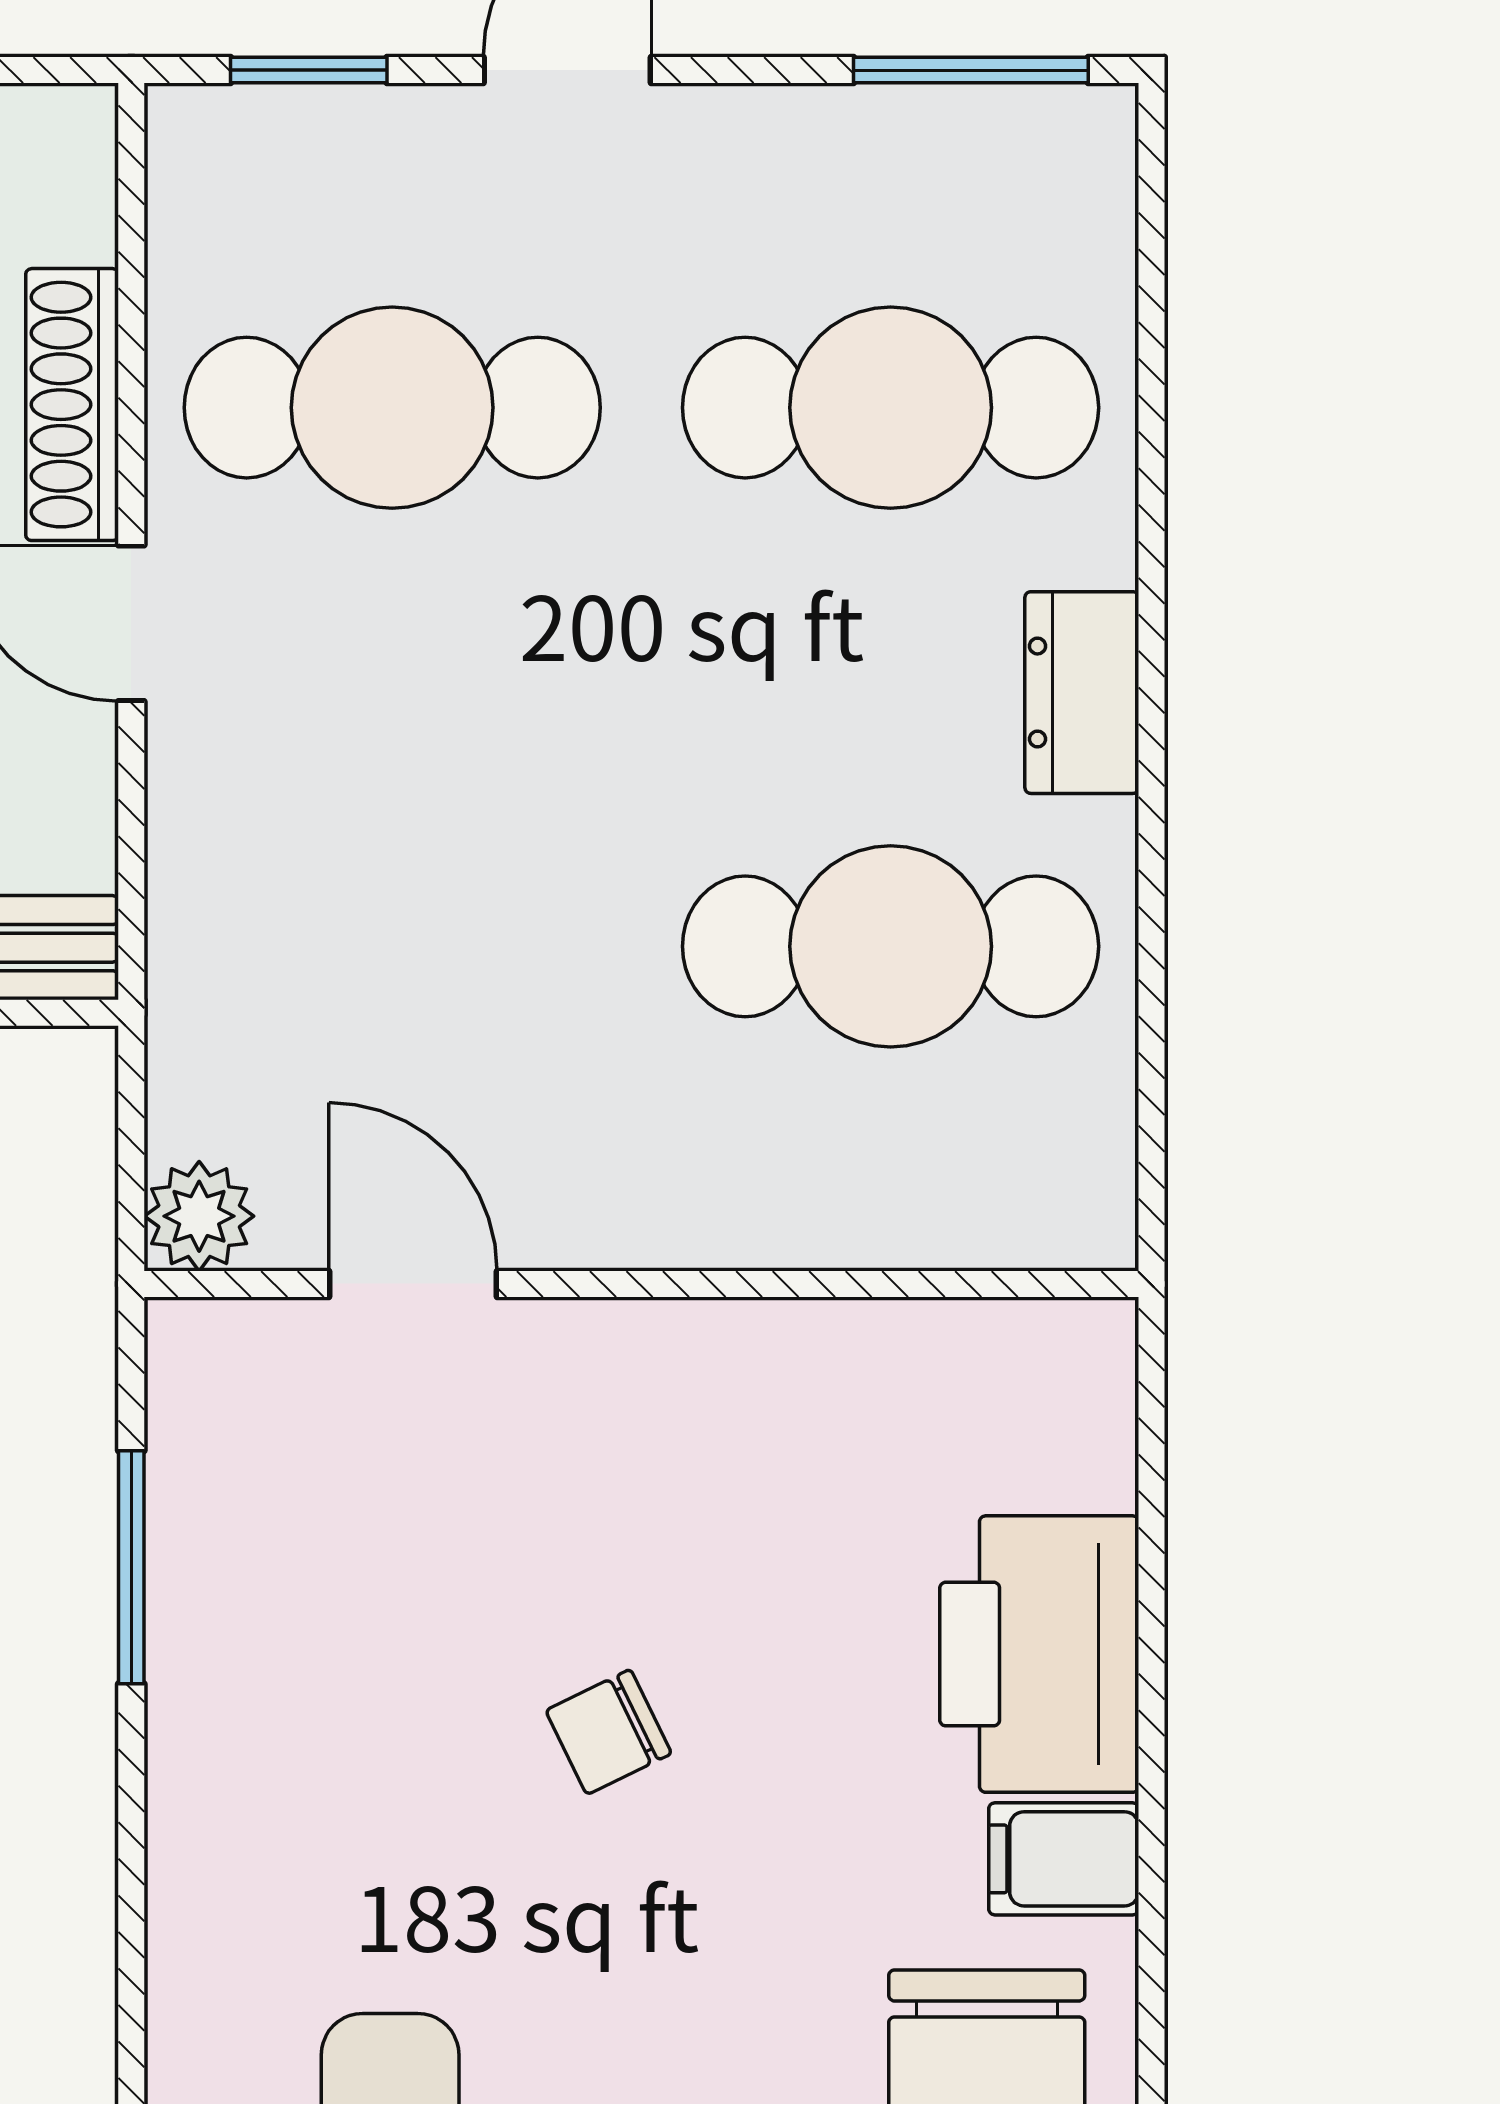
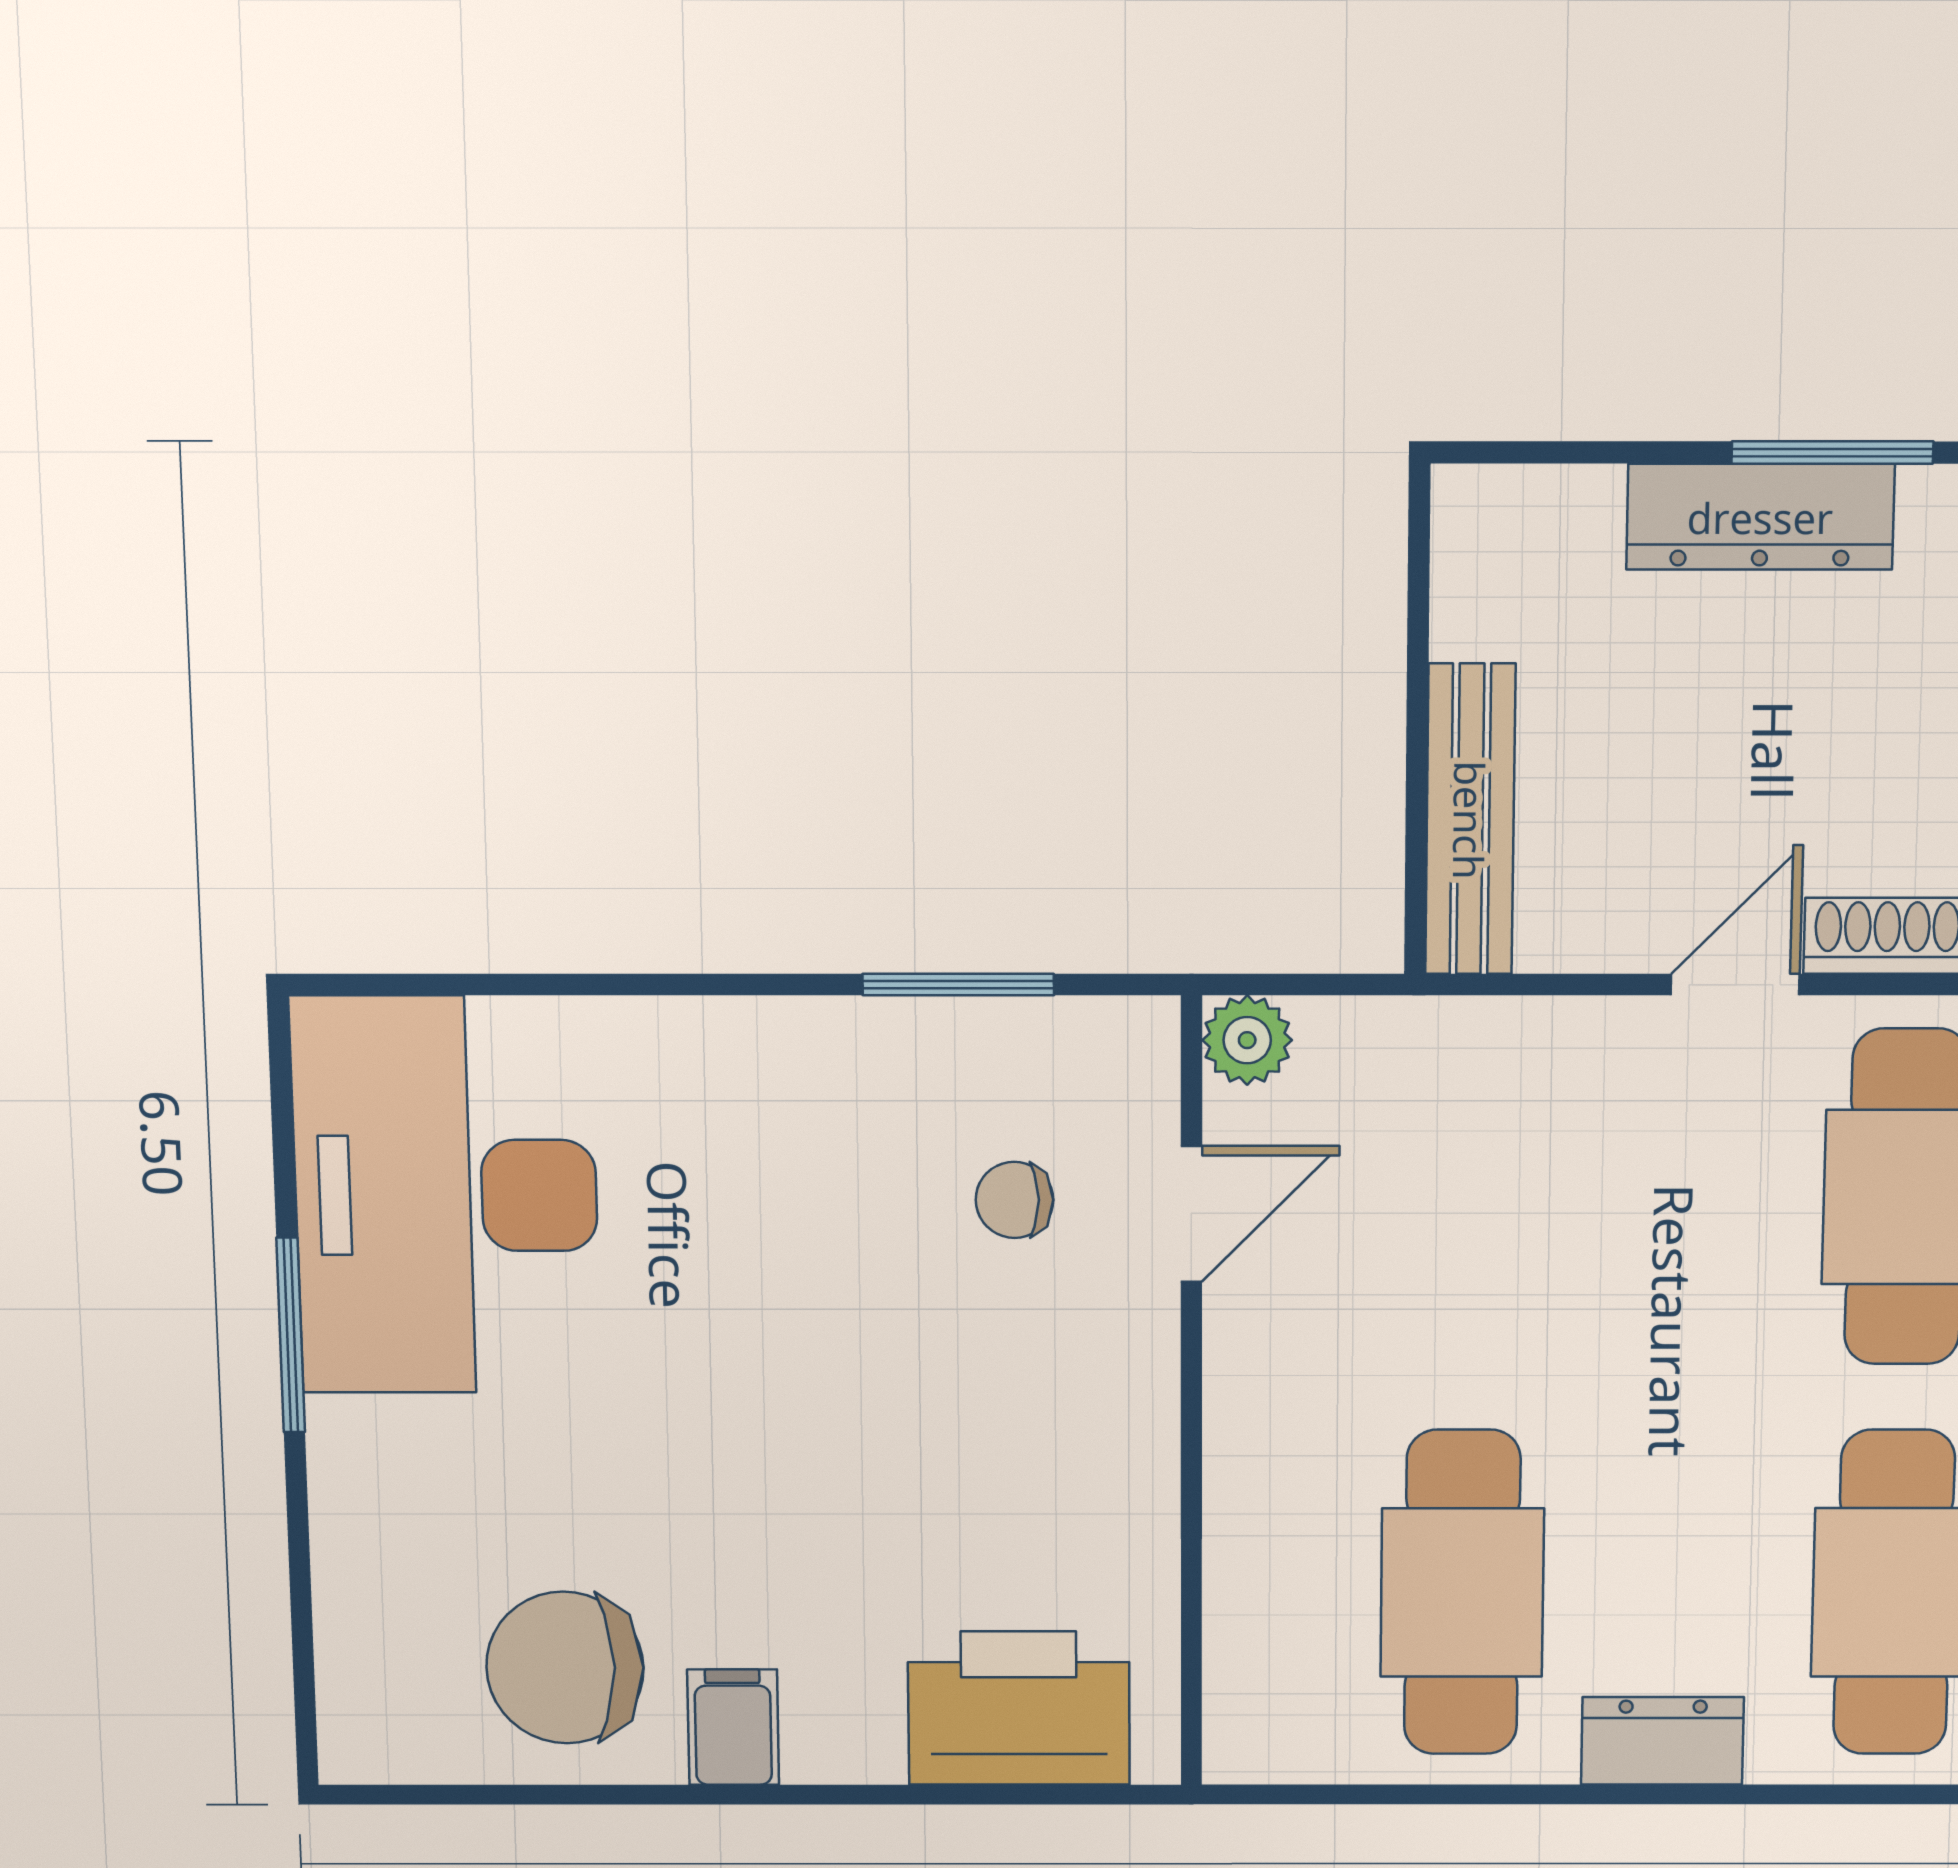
printer: (1039, 1654) -> (1019, 1708), moved
chair: (608, 1732) -> (1014, 1200), moved, turned -64

